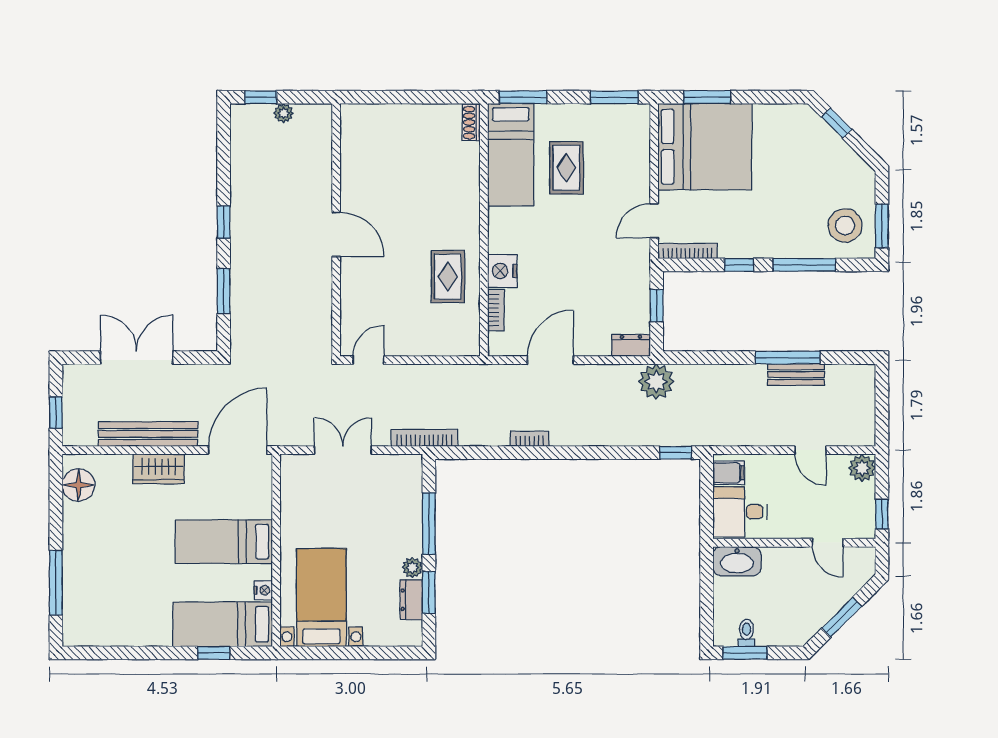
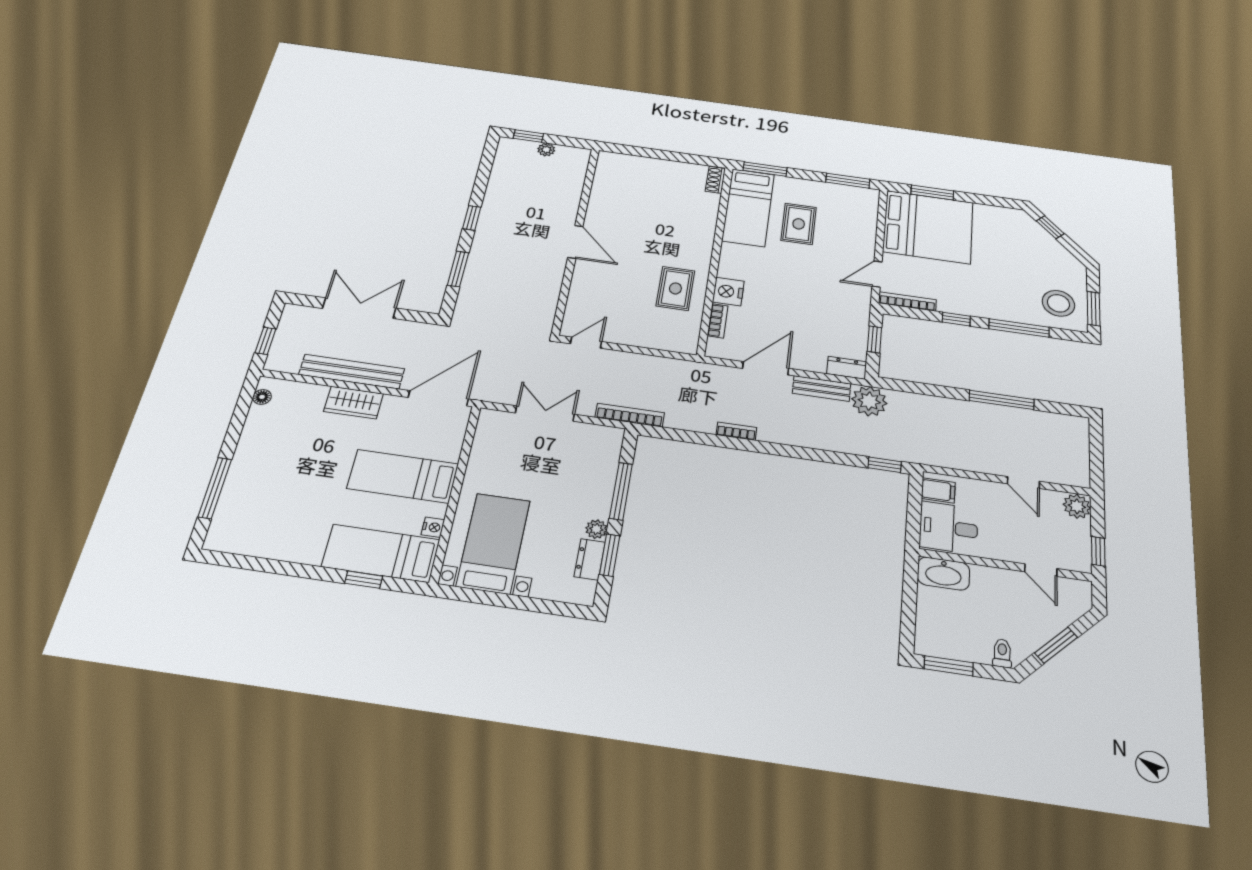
bench: (796, 375) -> (822, 388), moved
floor lamp: (78, 485) -> (262, 397), width x0.53, depth x0.53
toilet: (746, 633) -> (1002, 653), moved

